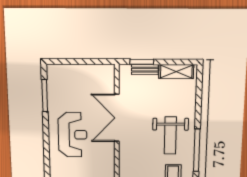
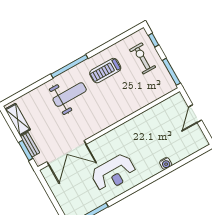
double door: (117, 118) -> (66, 153), moved
reception desk: (73, 135) -> (114, 173), turned 180

